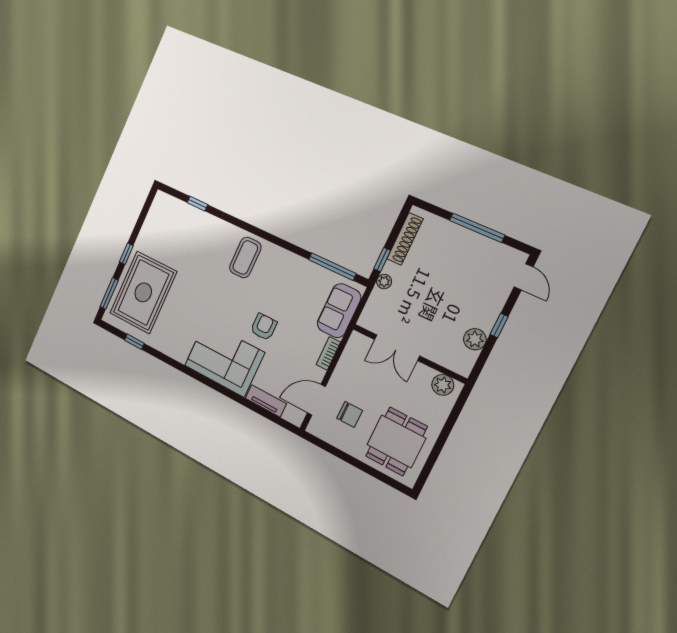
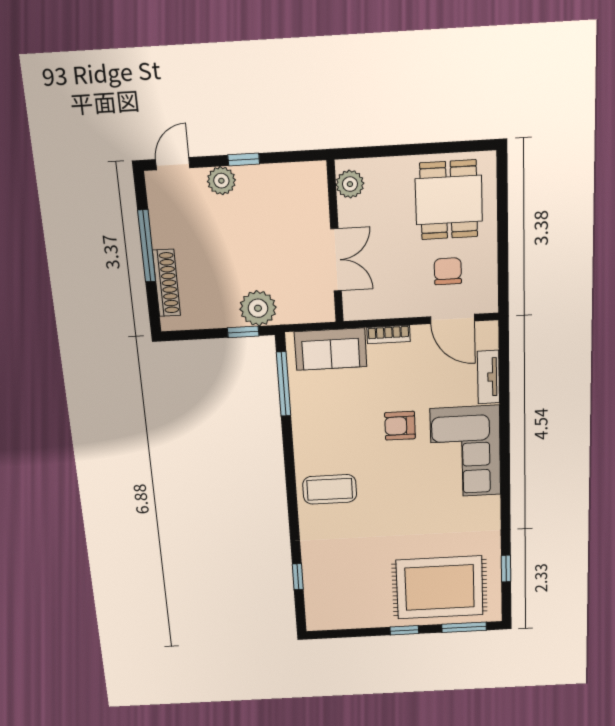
shoe rack: (405, 239) -> (166, 283), moved, turned 90
plant: (384, 282) -> (258, 308), width x1.88, depth x1.88
plant: (475, 339) -> (221, 181), moved
dining table: (396, 441) -> (449, 200), turned 90

